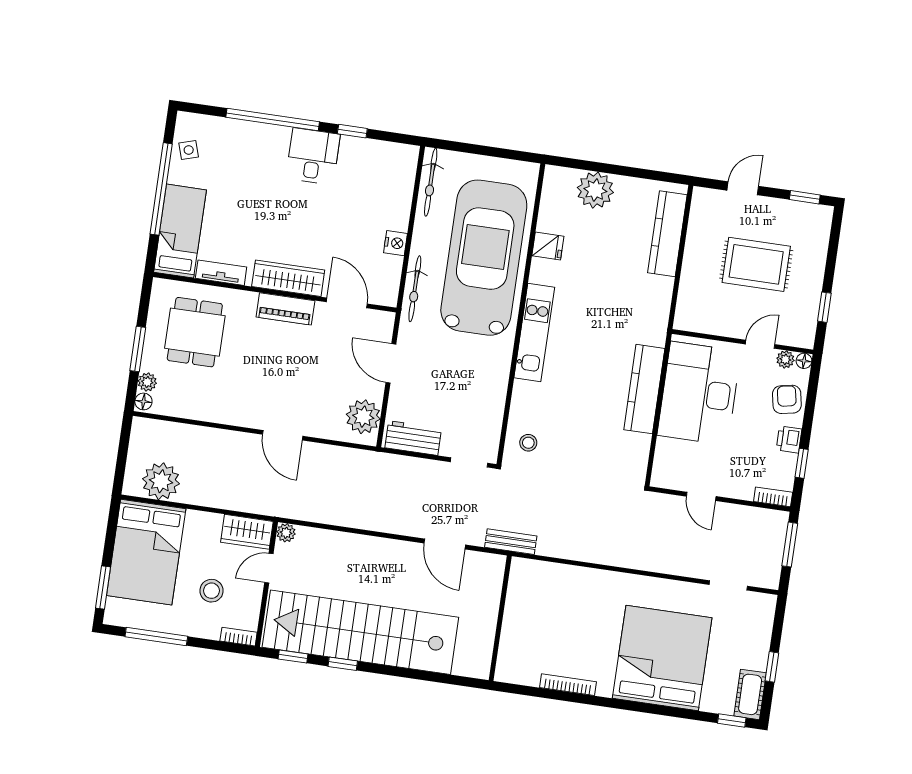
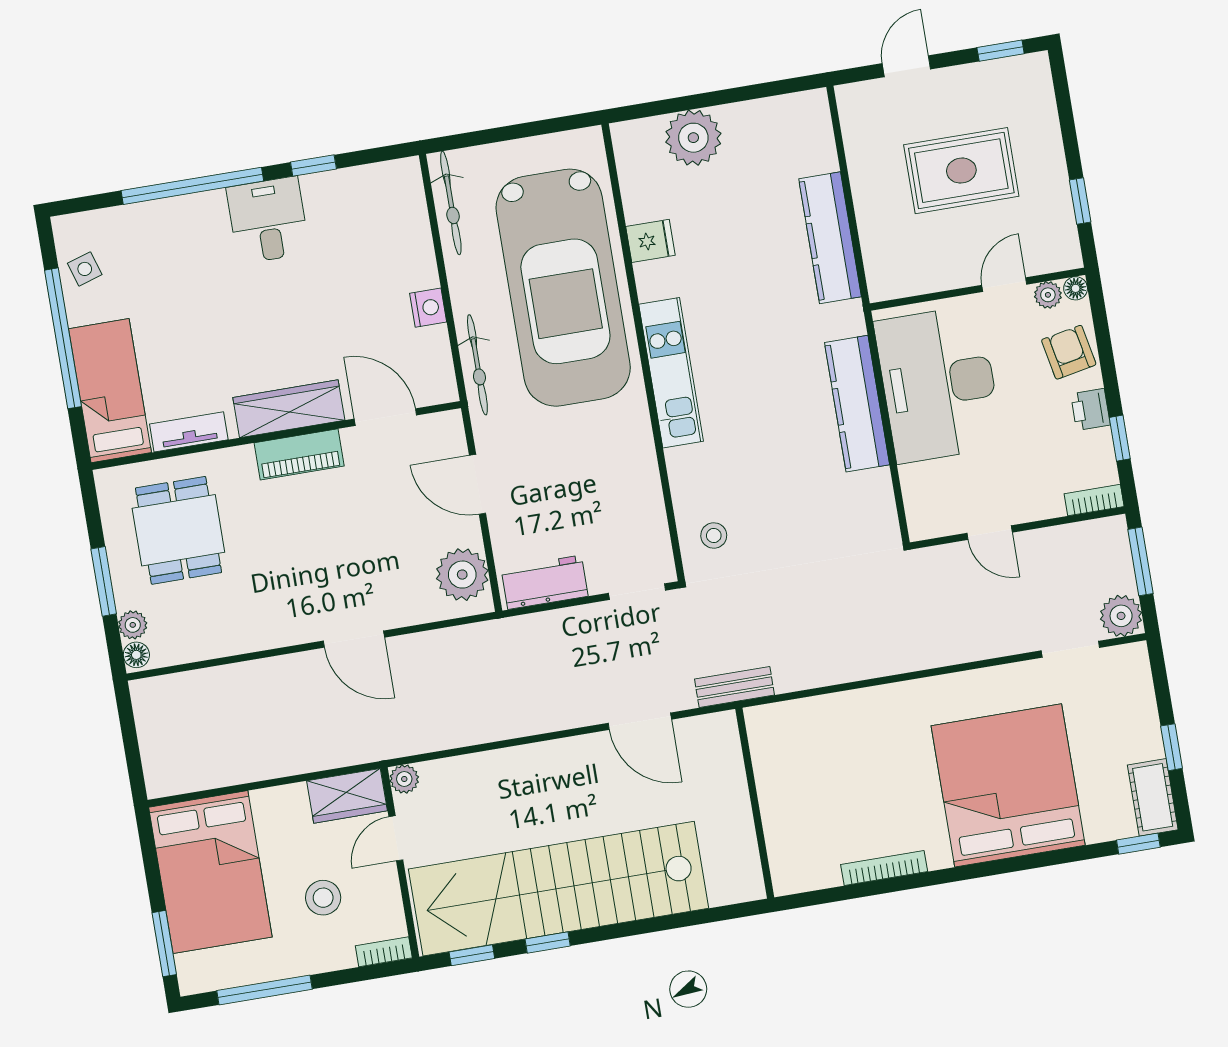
kitchen counter: (667, 234) -> (830, 238), moved
car: (484, 258) -> (563, 288), turned 180
plant: (161, 481) -> (1121, 616), moved, width x0.73, depth x0.73

